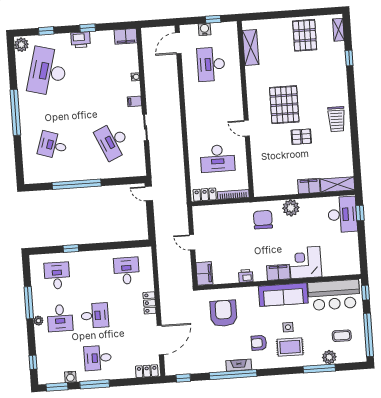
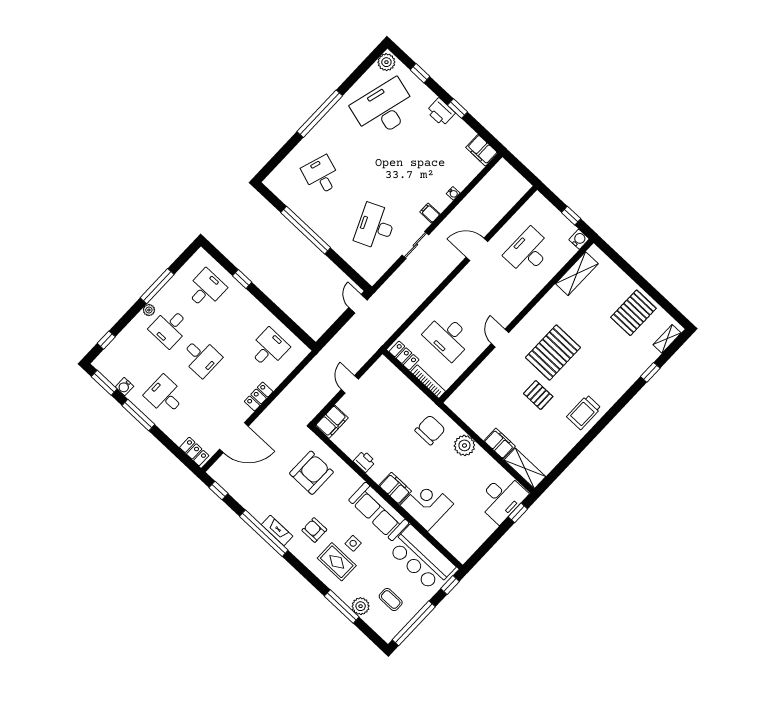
water cooler: (205, 29) -> (579, 239), moved
door: (178, 43) -> (477, 249), moved

